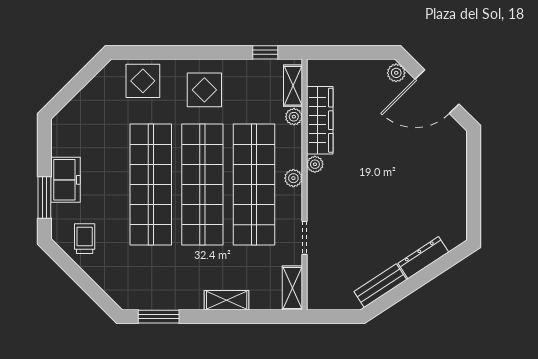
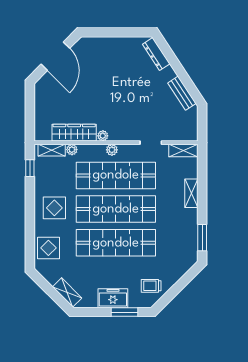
plant: (396, 73) -> (43, 83), removed
shelving: (74, 110) -> (67, 292), added
dresser: (423, 258) -> (156, 54), moved

